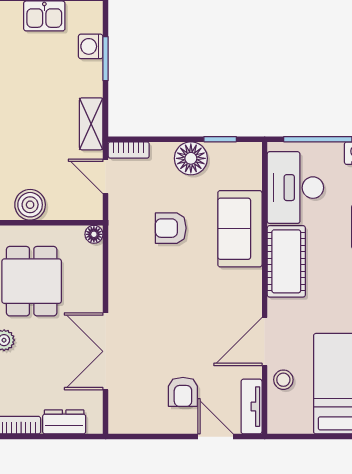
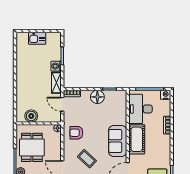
washing machine: (91, 46) -> (56, 66), moved
armchair: (171, 228) -> (76, 133), moved
sofa: (240, 229) -> (118, 141), moved
coffee table: (165, 308) -> (87, 159), added

